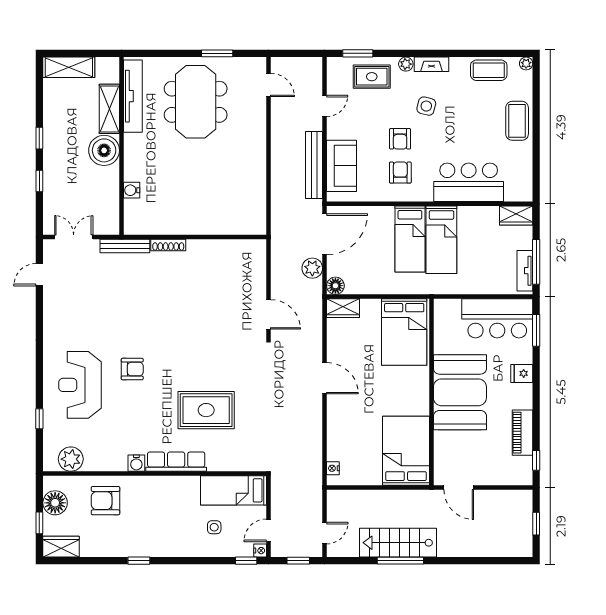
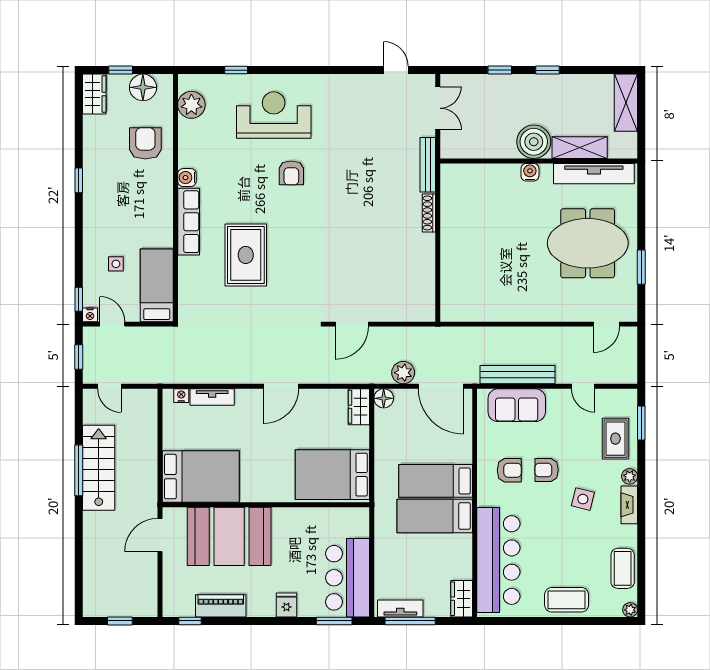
bar counter: (469, 182) -> (498, 560), width x1.36
water cooler: (132, 190) -> (530, 172), moved
booth: (460, 392) -> (229, 536), moved
tv unit: (334, 440) -> (212, 397), added

